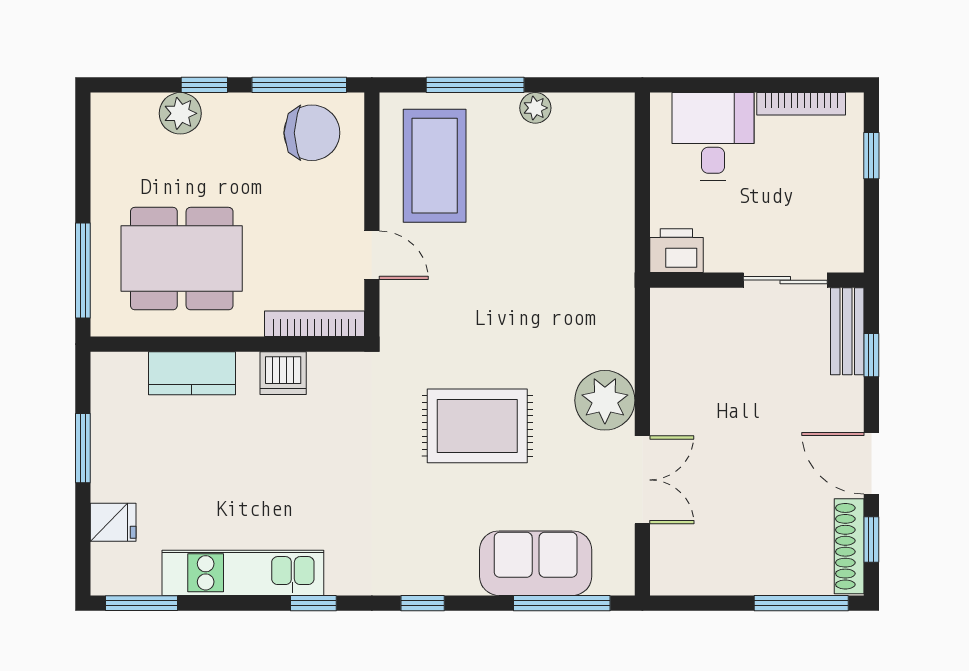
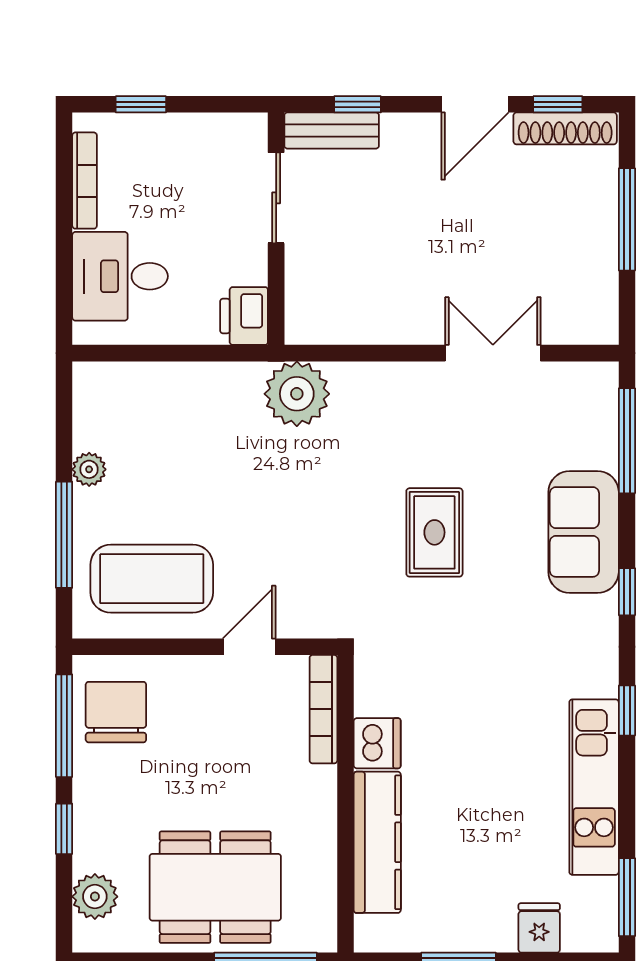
plant: (180, 113) -> (95, 897), moved
dining table: (182, 259) -> (215, 887), moved, turned 90
kitchen counter: (192, 373) -> (377, 842), width x1.50
plant: (605, 400) -> (297, 394), moved
rug: (477, 426) -> (434, 532), width x0.73, depth x0.70
sofa: (536, 563) -> (584, 532), moved
window: (801, 603) -> (627, 219), moved

